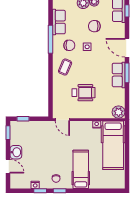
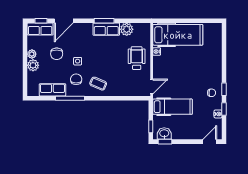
door: (127, 48) -> (64, 21), moved
wheelchair: (84, 93) -> (137, 58), moved
plant: (119, 112) -> (127, 29), moved
washbasin: (16, 152) -> (164, 134), moved
door: (8, 166) -> (210, 142), moved
hospital bed: (81, 169) -> (172, 107), moved, turned 180

